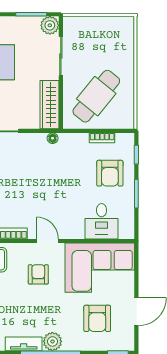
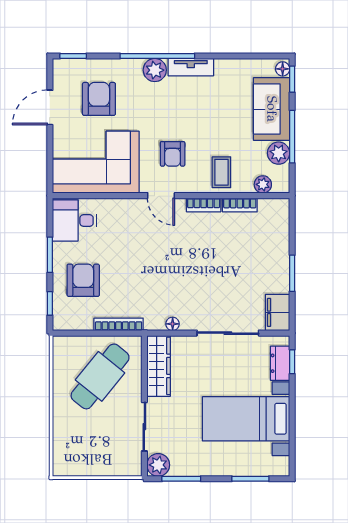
floor lamp: (53, 138) -> (173, 324), moved
bookcase: (102, 138) -> (119, 324), moved, width x1.56
desk: (102, 221) -> (75, 221), moved, turned -90

